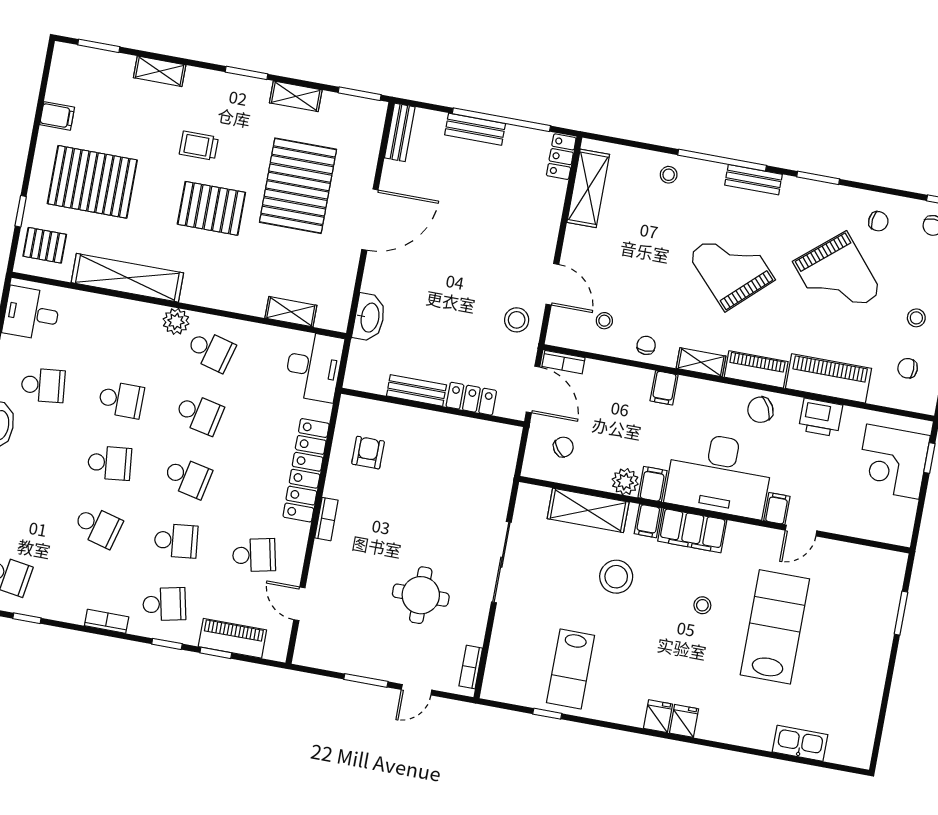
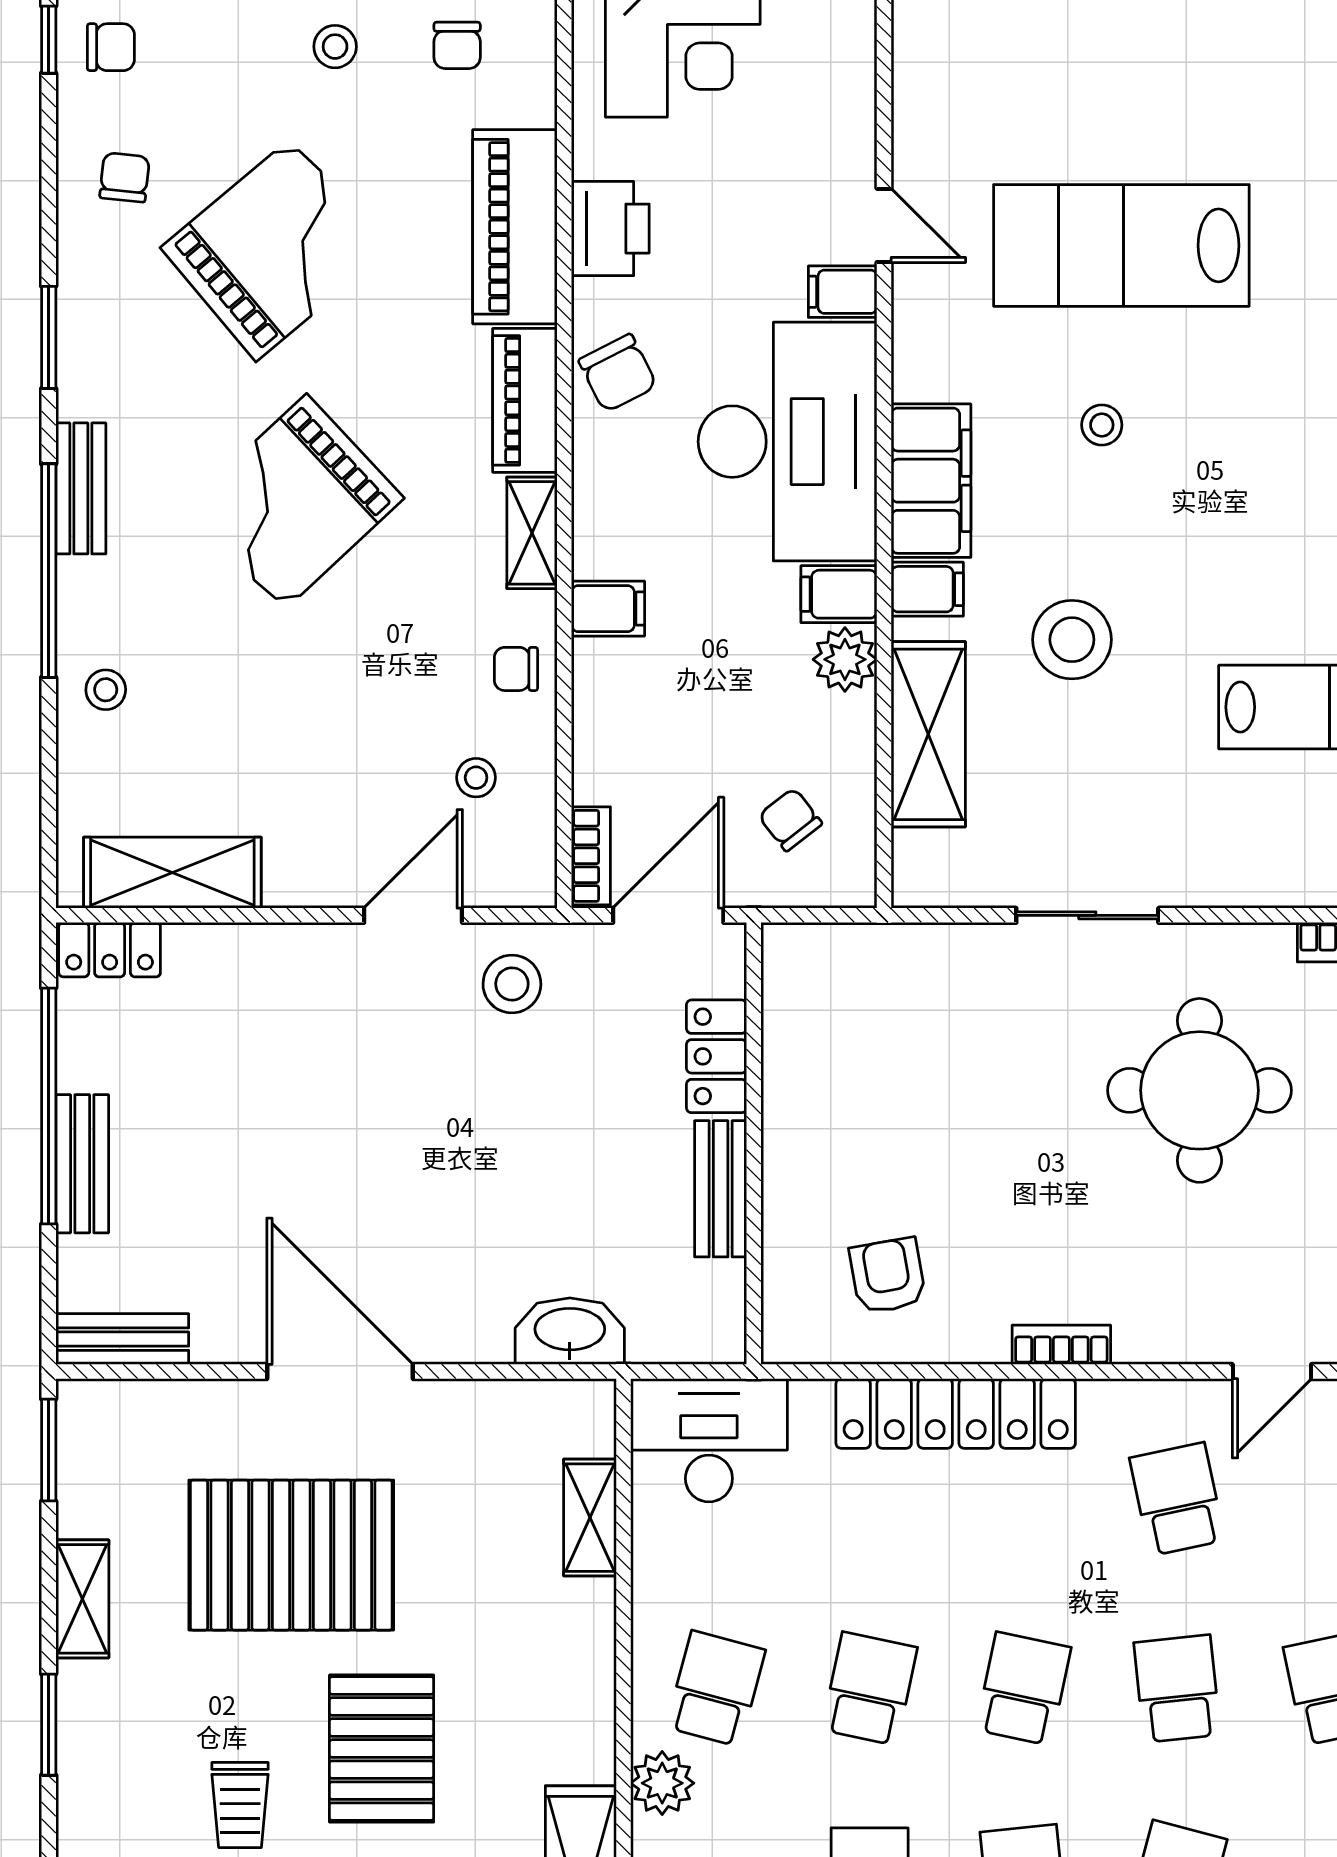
armchair: (368, 453) -> (888, 1276), turned 80
sliding door: (501, 562) -> (1087, 915), width x0.73
round table: (421, 595) -> (1199, 1090), width x1.36, depth x1.36

